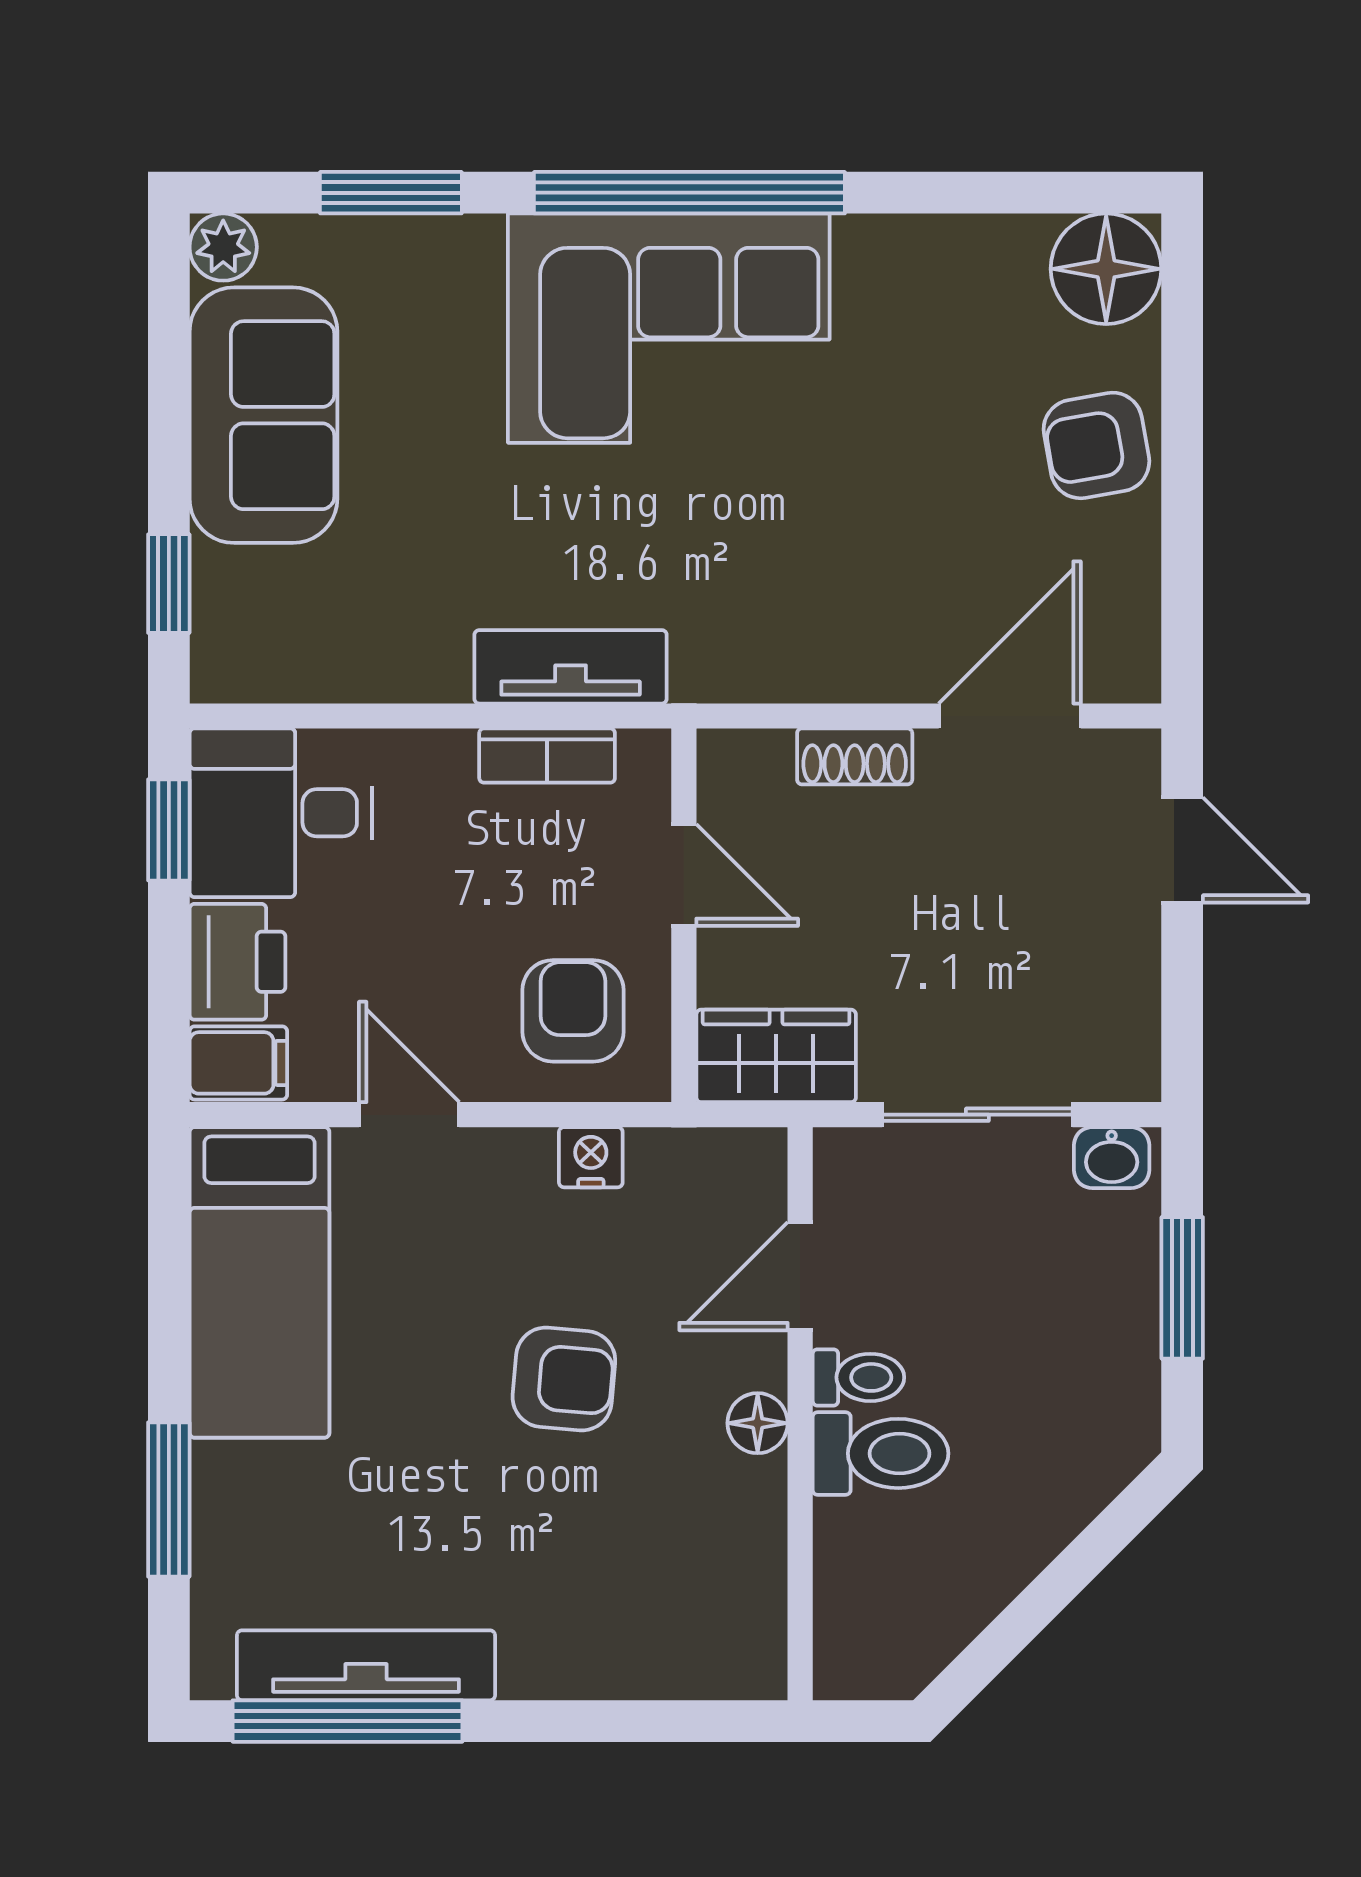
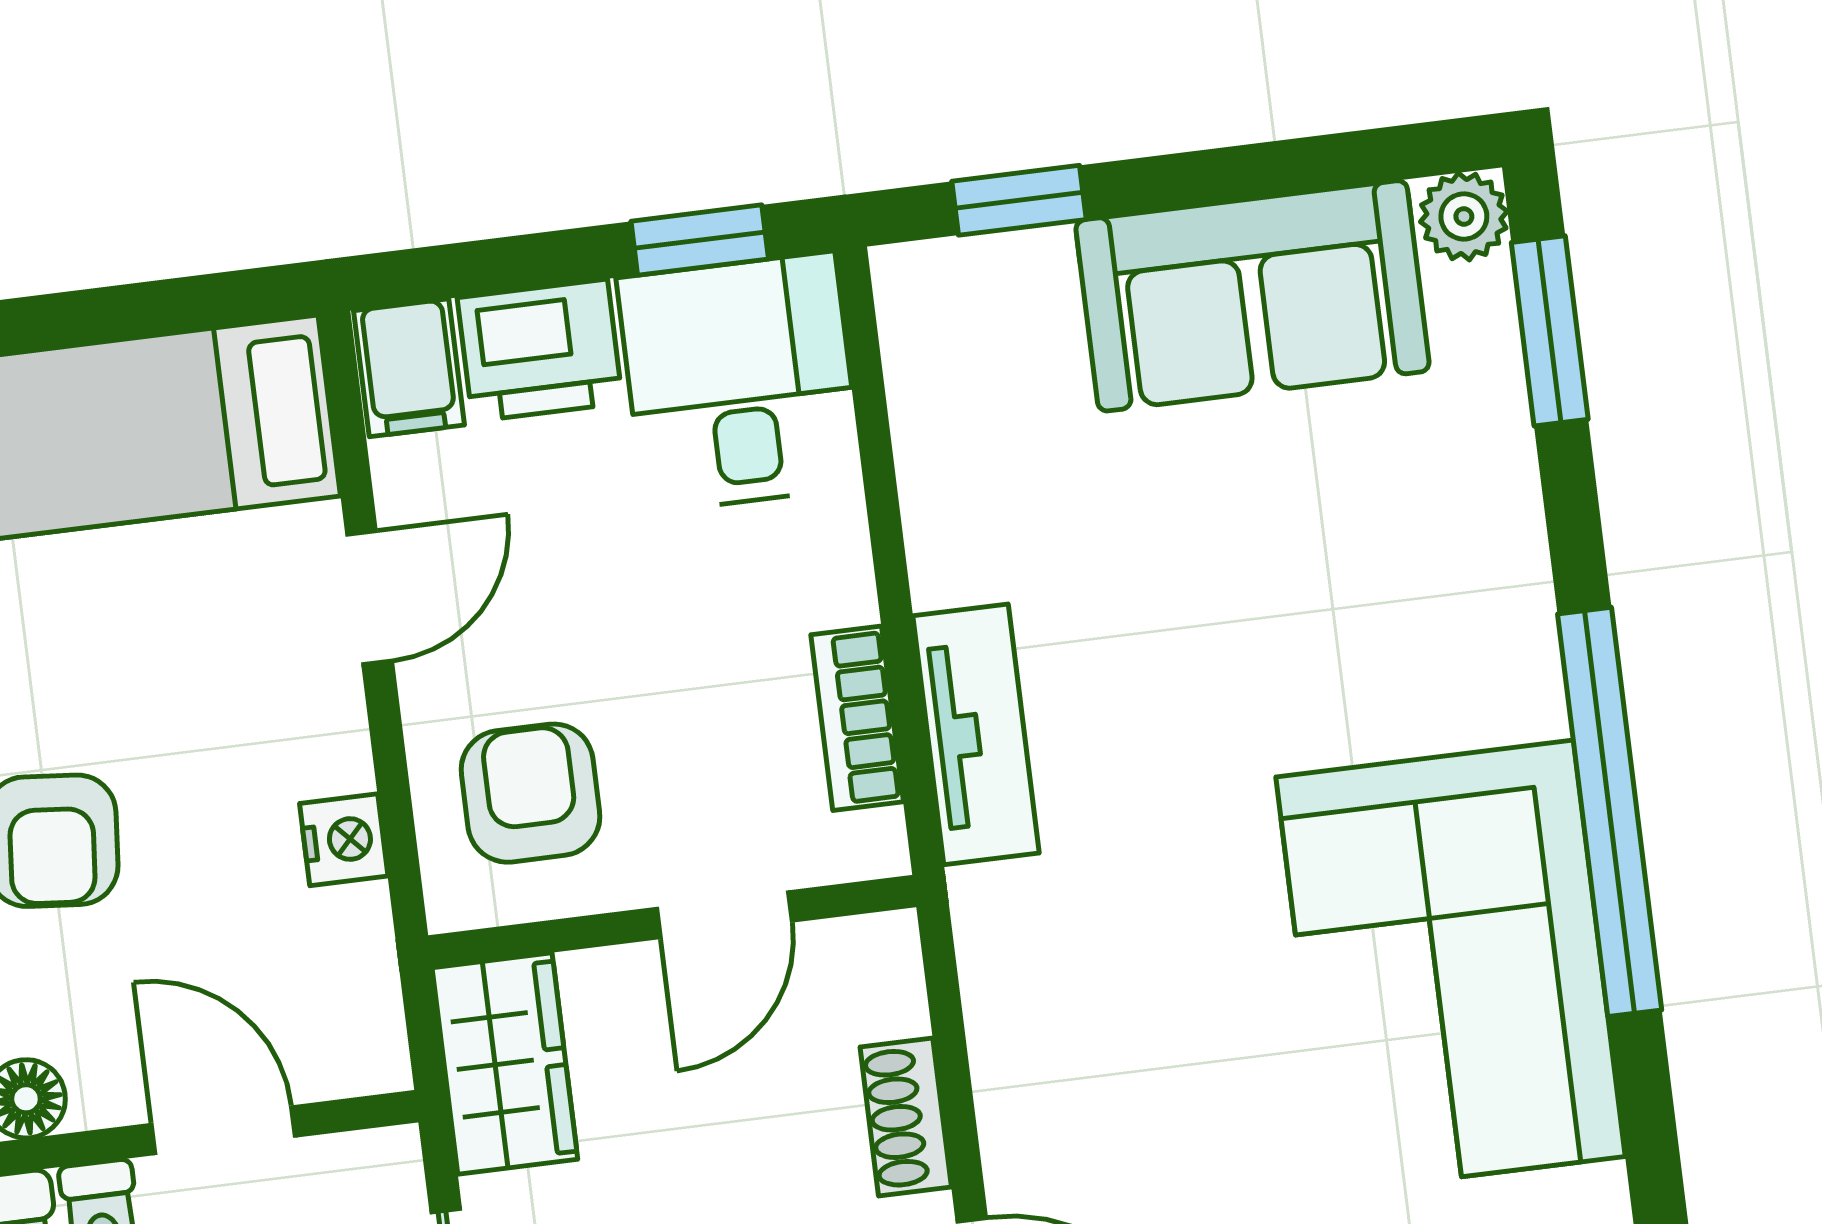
window: (391, 193) -> (1550, 331), moved
corner sofa: (669, 328) -> (1451, 967), moved
armchair: (573, 1011) -> (531, 793), turned -90

